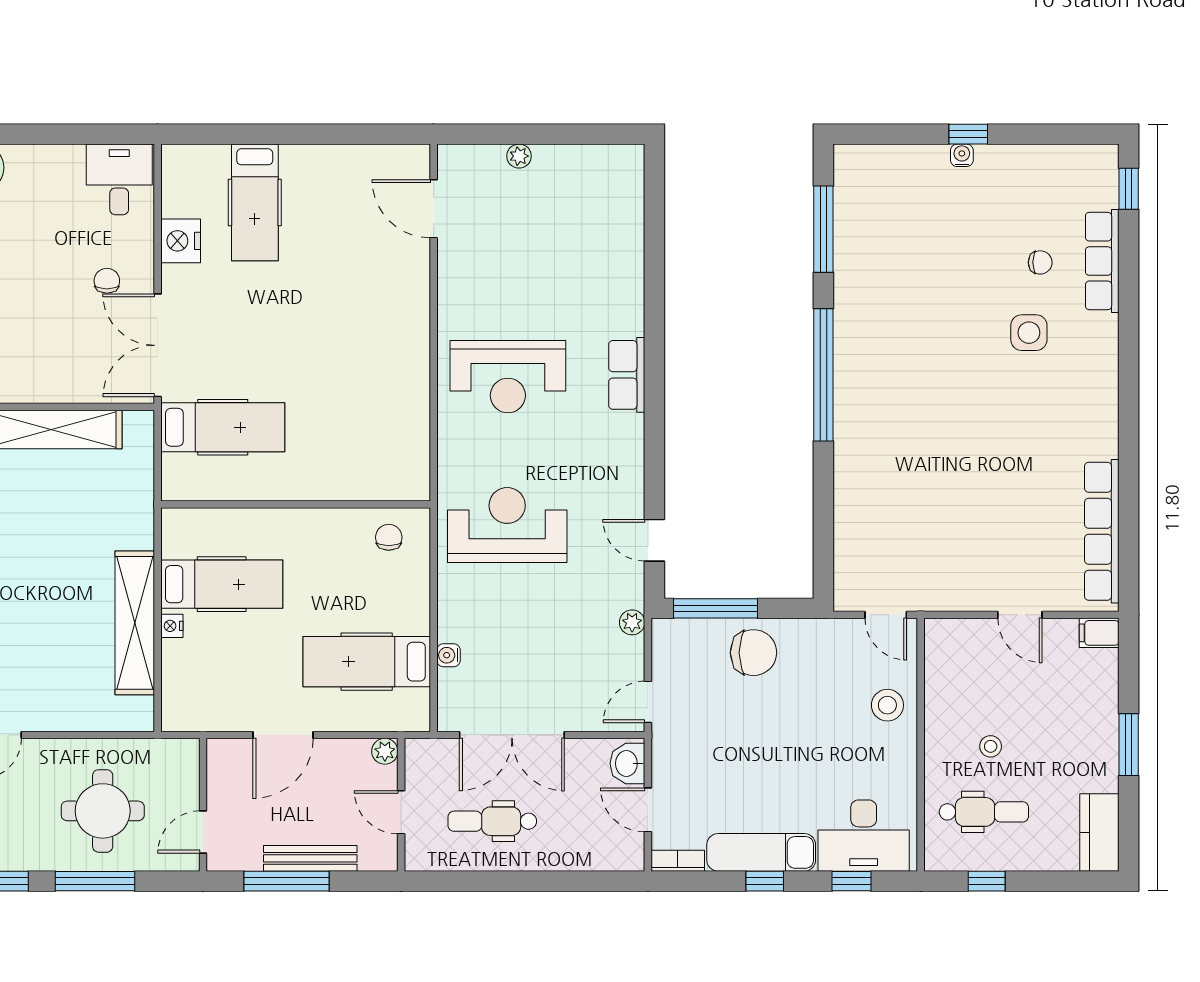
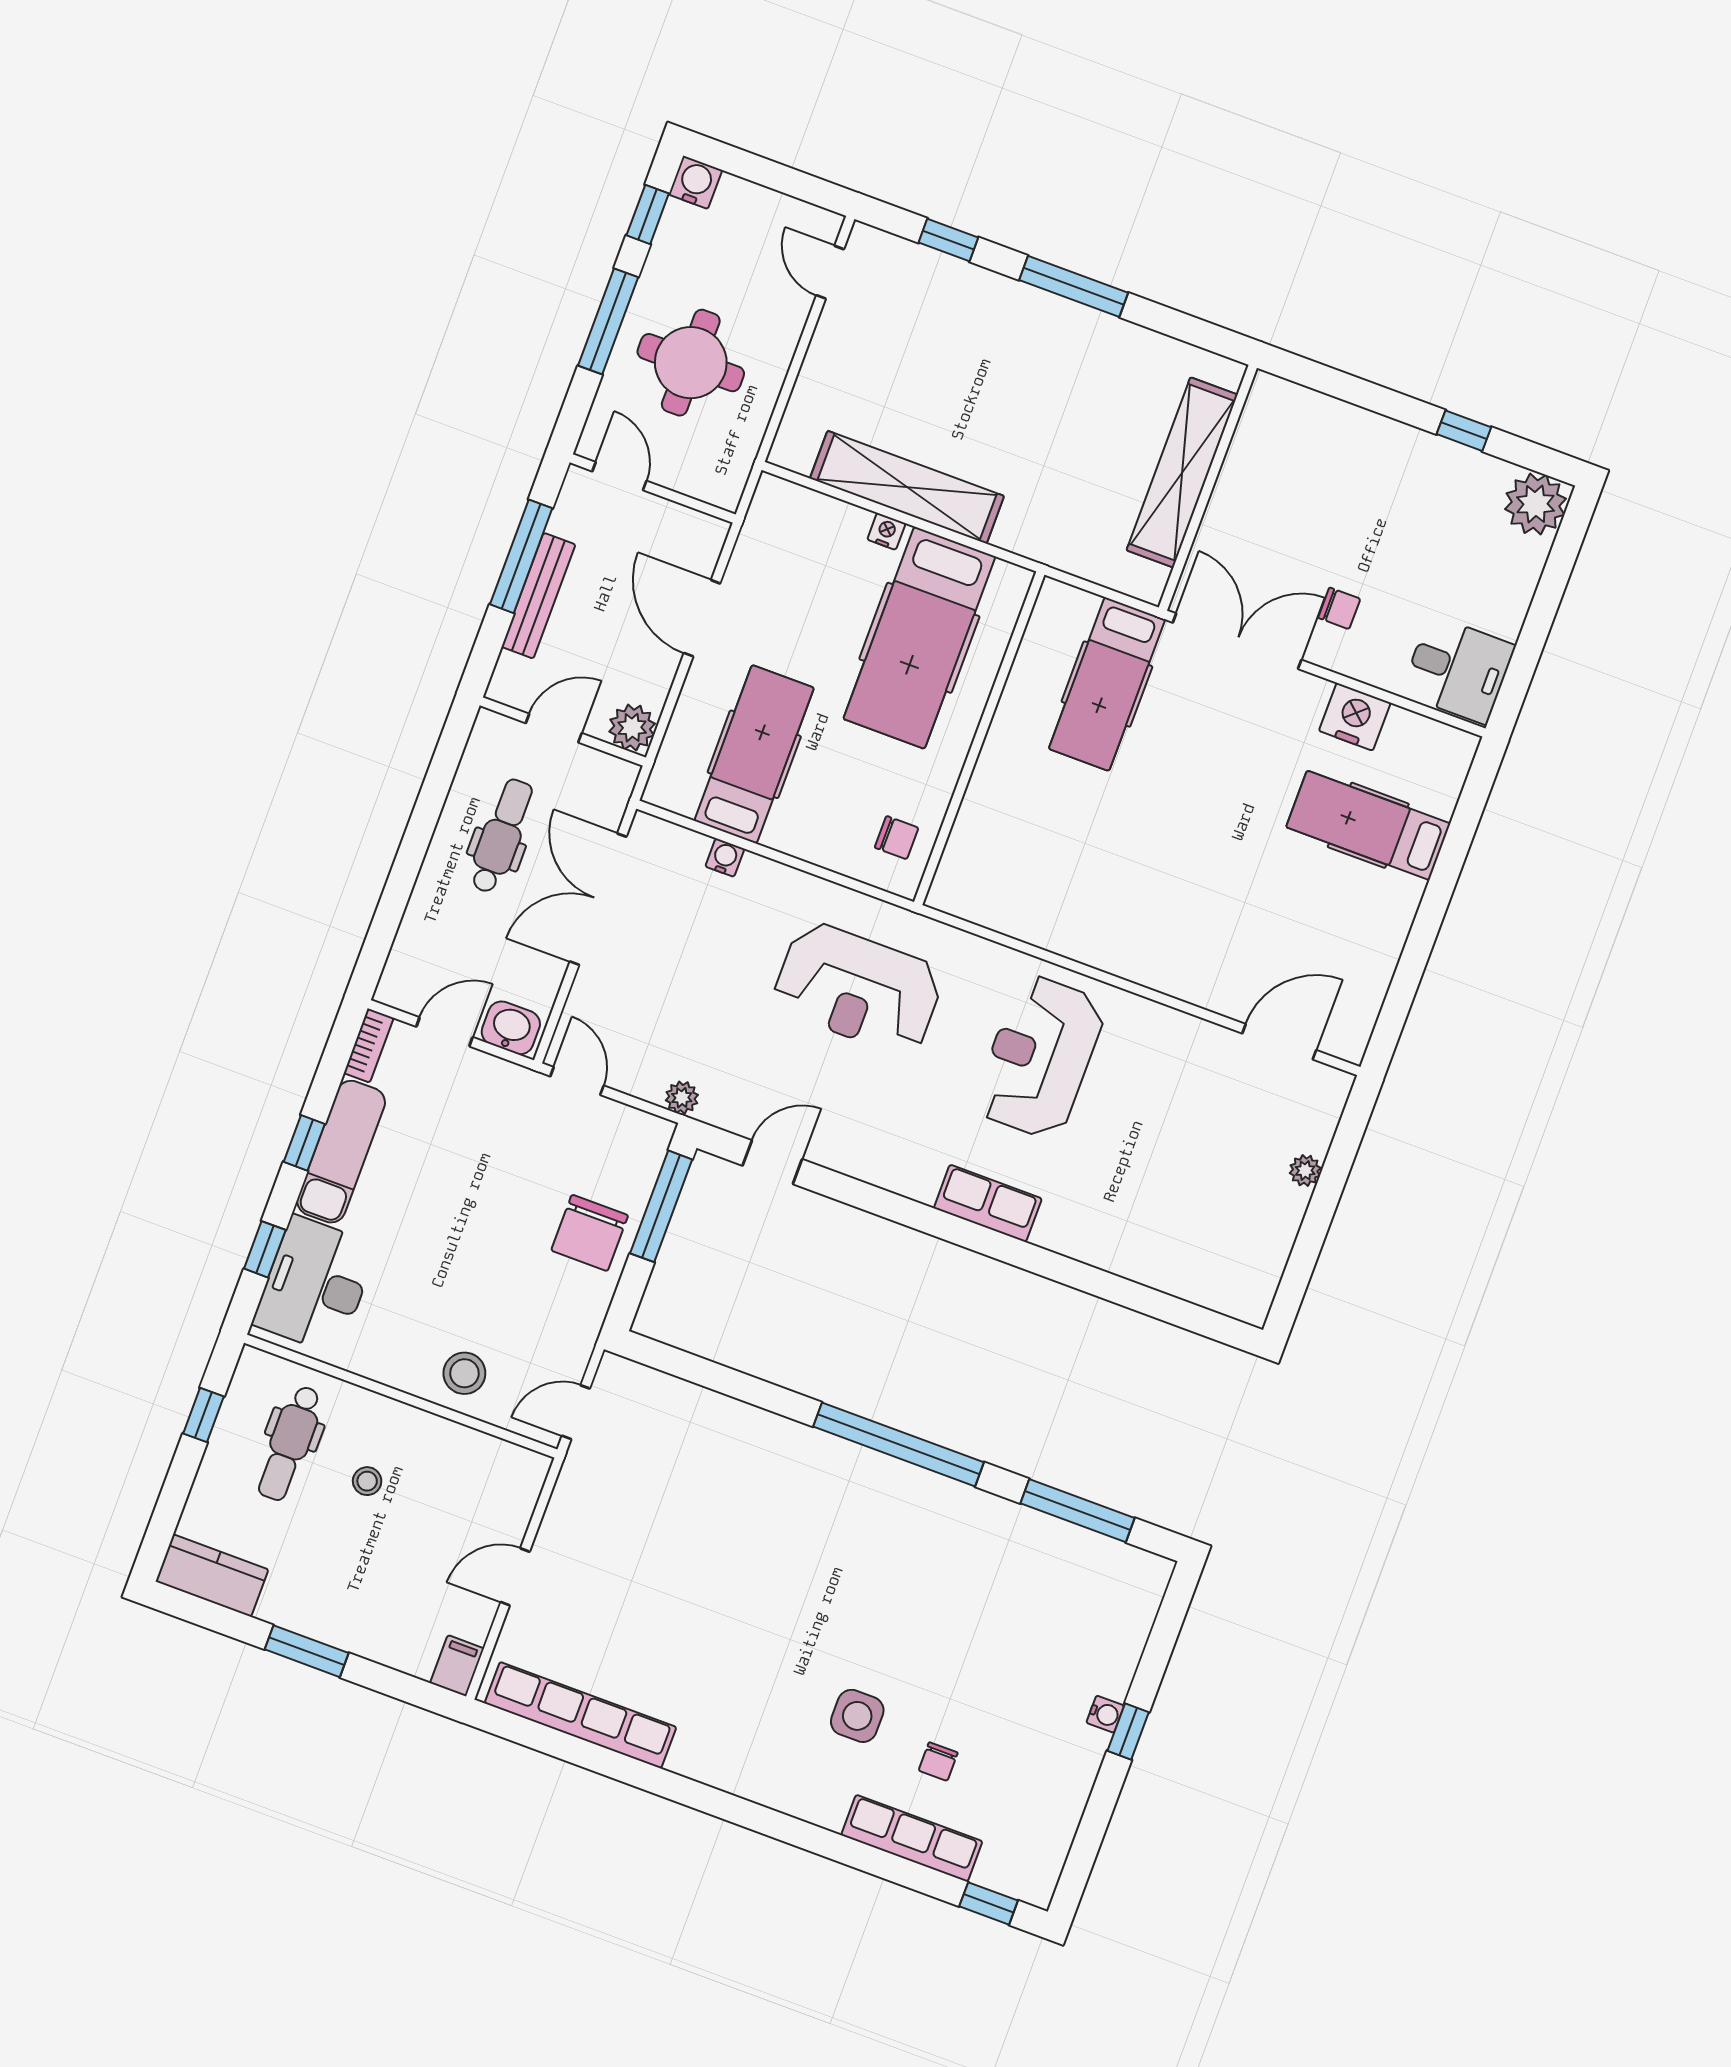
reception desk: (507, 525) -> (858, 989), turned 90
hospital bed: (222, 584) -> (919, 638), width x1.37, depth x1.29
plant: (385, 751) -> (632, 728), width x1.38, depth x1.38

